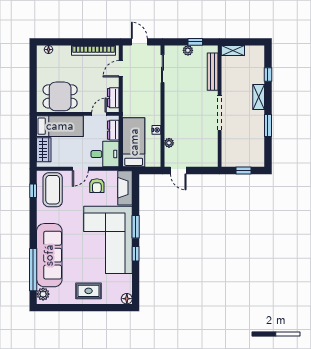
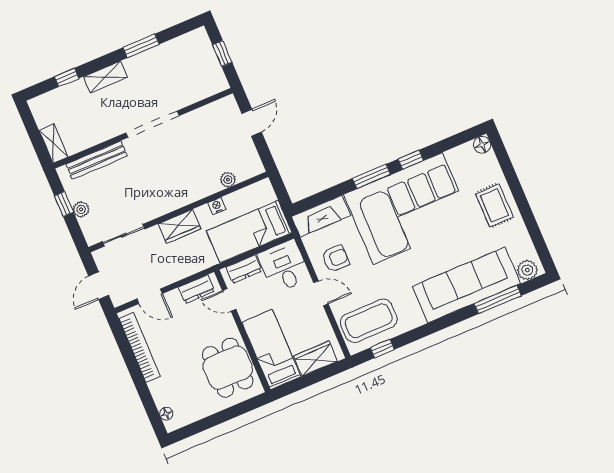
wardrobe: (154, 103) -> (180, 226), added
door: (178, 171) -> (252, 123), moved
window: (33, 270) -> (498, 300), width x0.68

